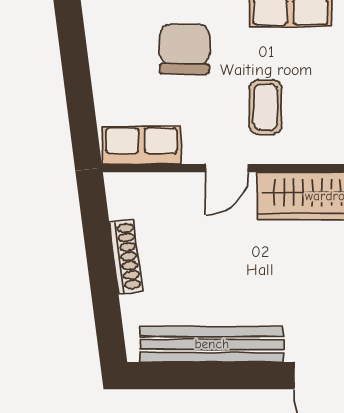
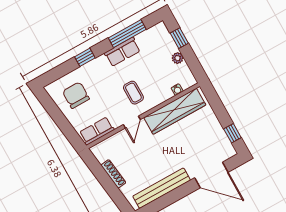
chair: (184, 49) -> (76, 95), moved

